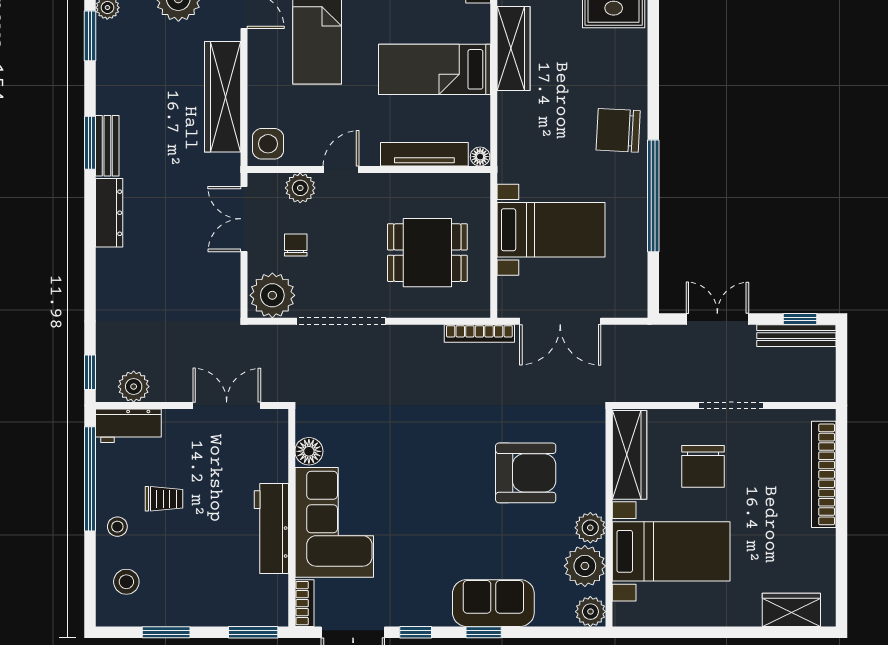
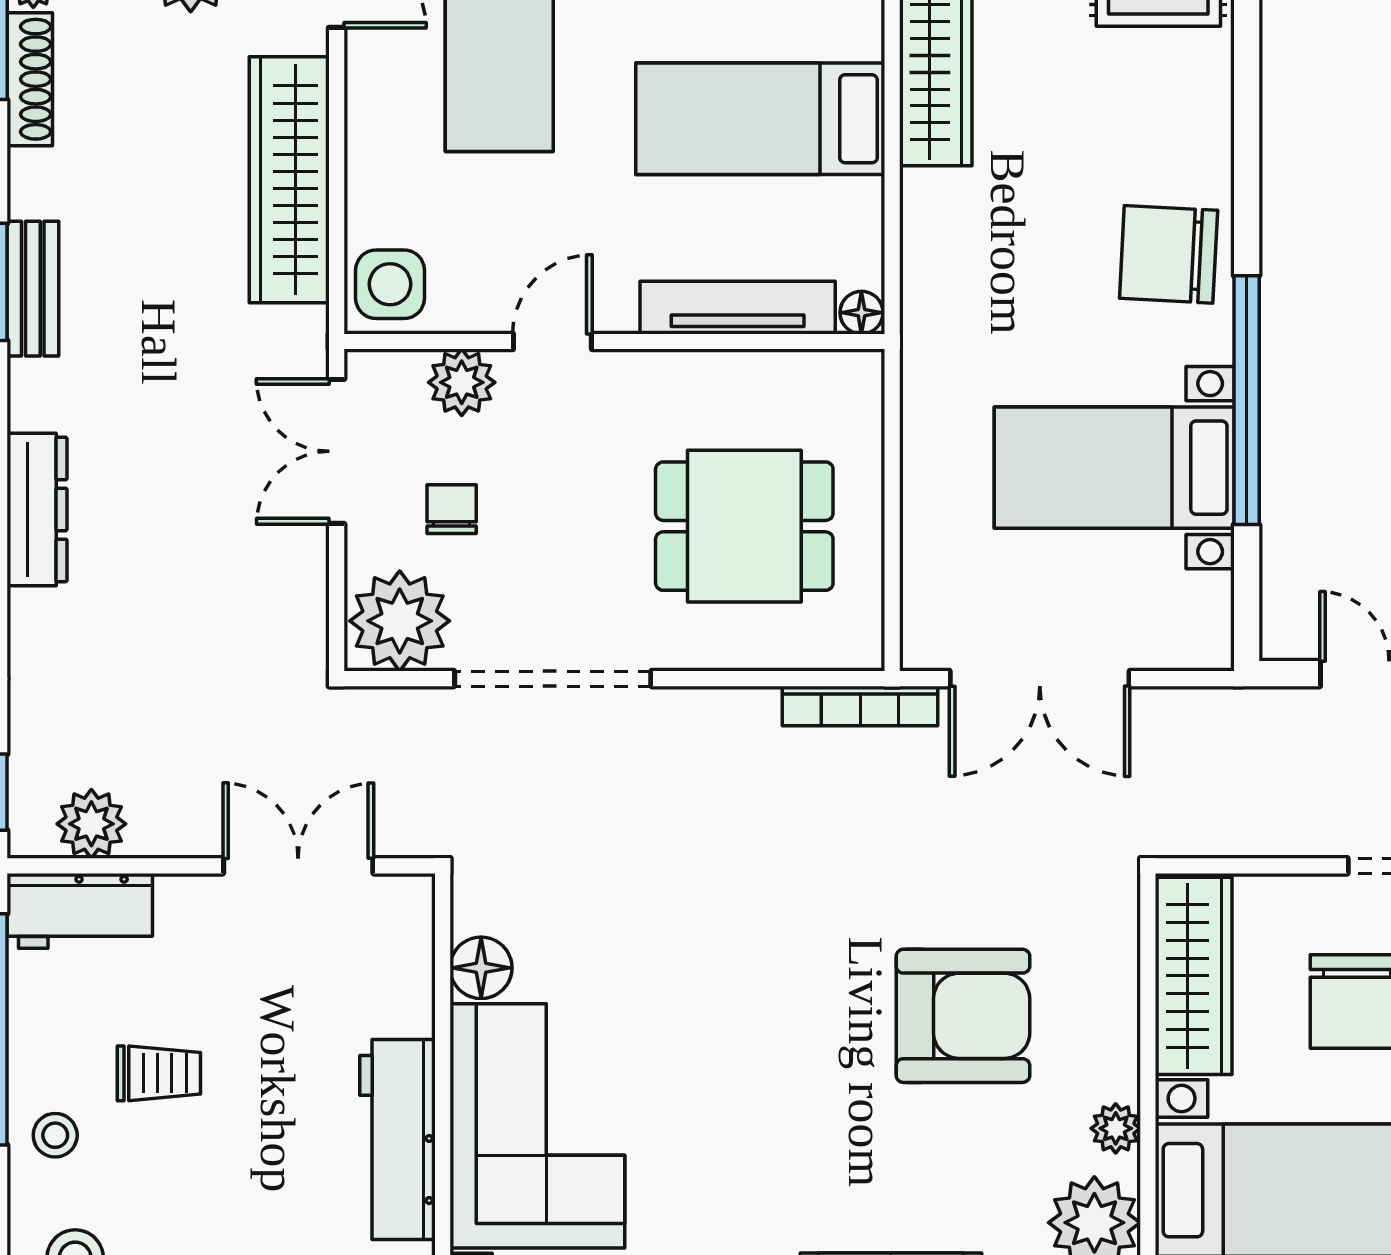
shoe rack: (106, 52) -> (30, 79), added
dresser: (109, 213) -> (37, 509), moved
bed with nightstands: (551, 230) -> (1114, 468), moved, turned 180
plant: (590, 528) -> (1116, 1128), width x0.73, depth x0.73

